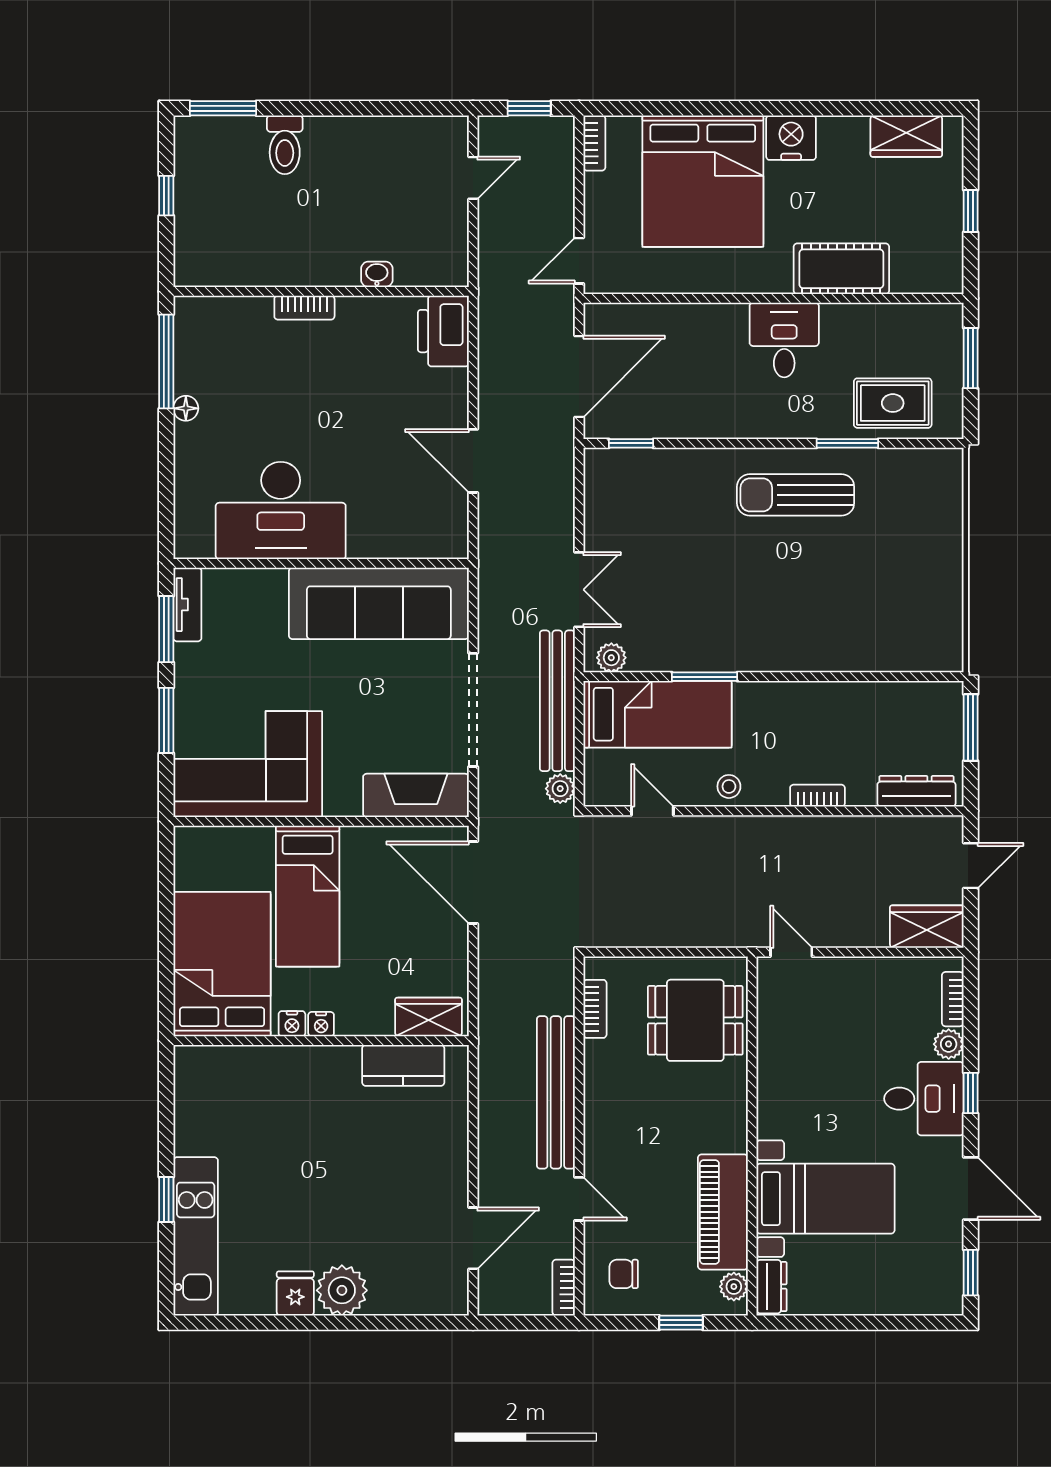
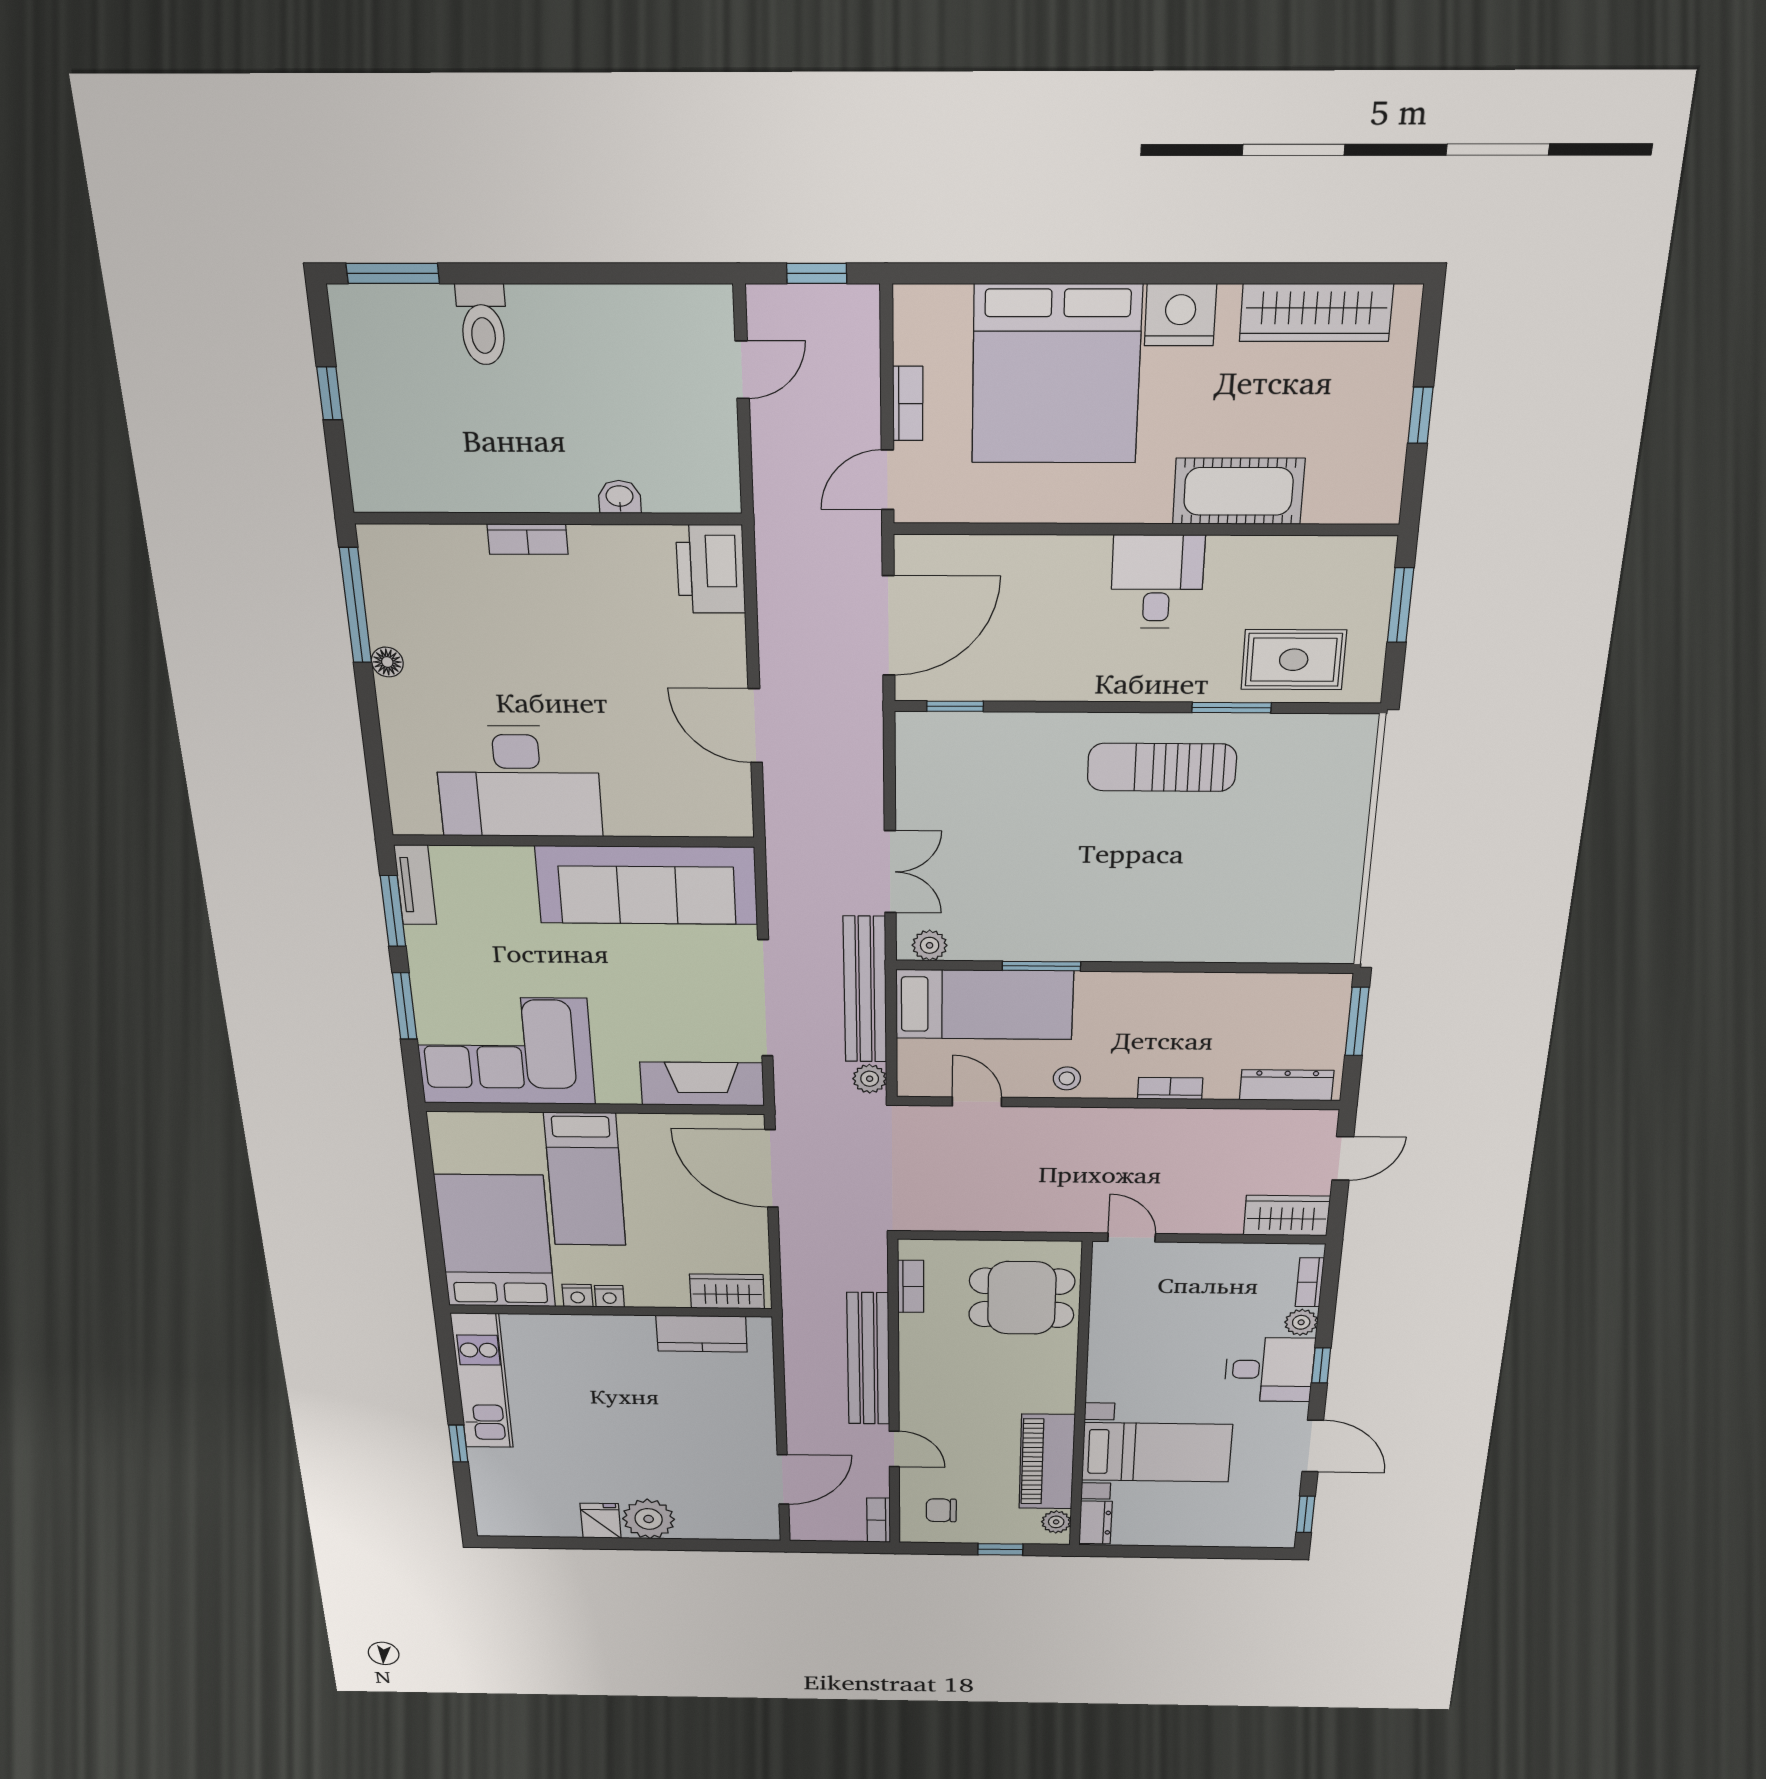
wardrobe: (906, 136) -> (1316, 313), width x1.50
bookcase: (594, 143) -> (908, 404), moved
kitchen unit: (196, 1236) -> (482, 1381), moved

